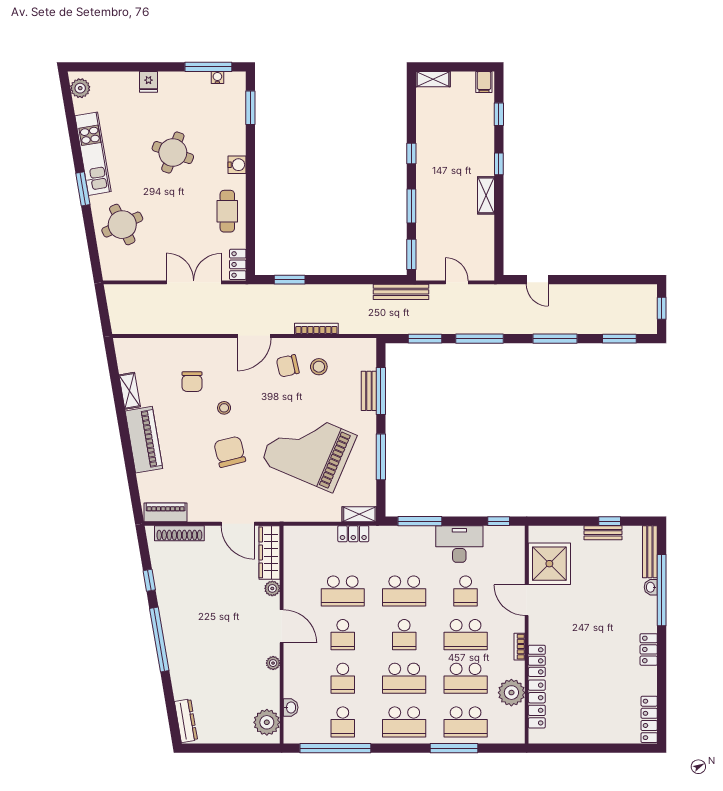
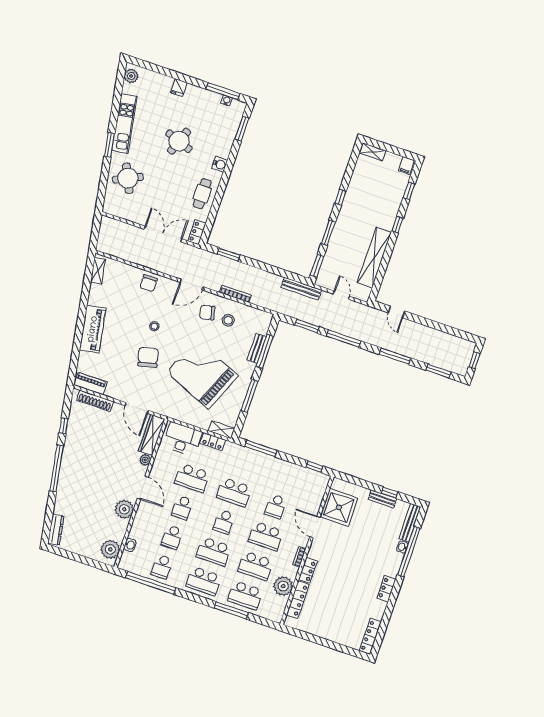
shelving: (486, 195) -> (374, 258), width x2.20, depth x1.33
chair: (192, 382) -> (149, 283), moved
shelving: (130, 391) -> (98, 271), moved
desk: (459, 544) -> (183, 439), moved
plant: (273, 663) -> (124, 509), width x1.88, depth x1.88

